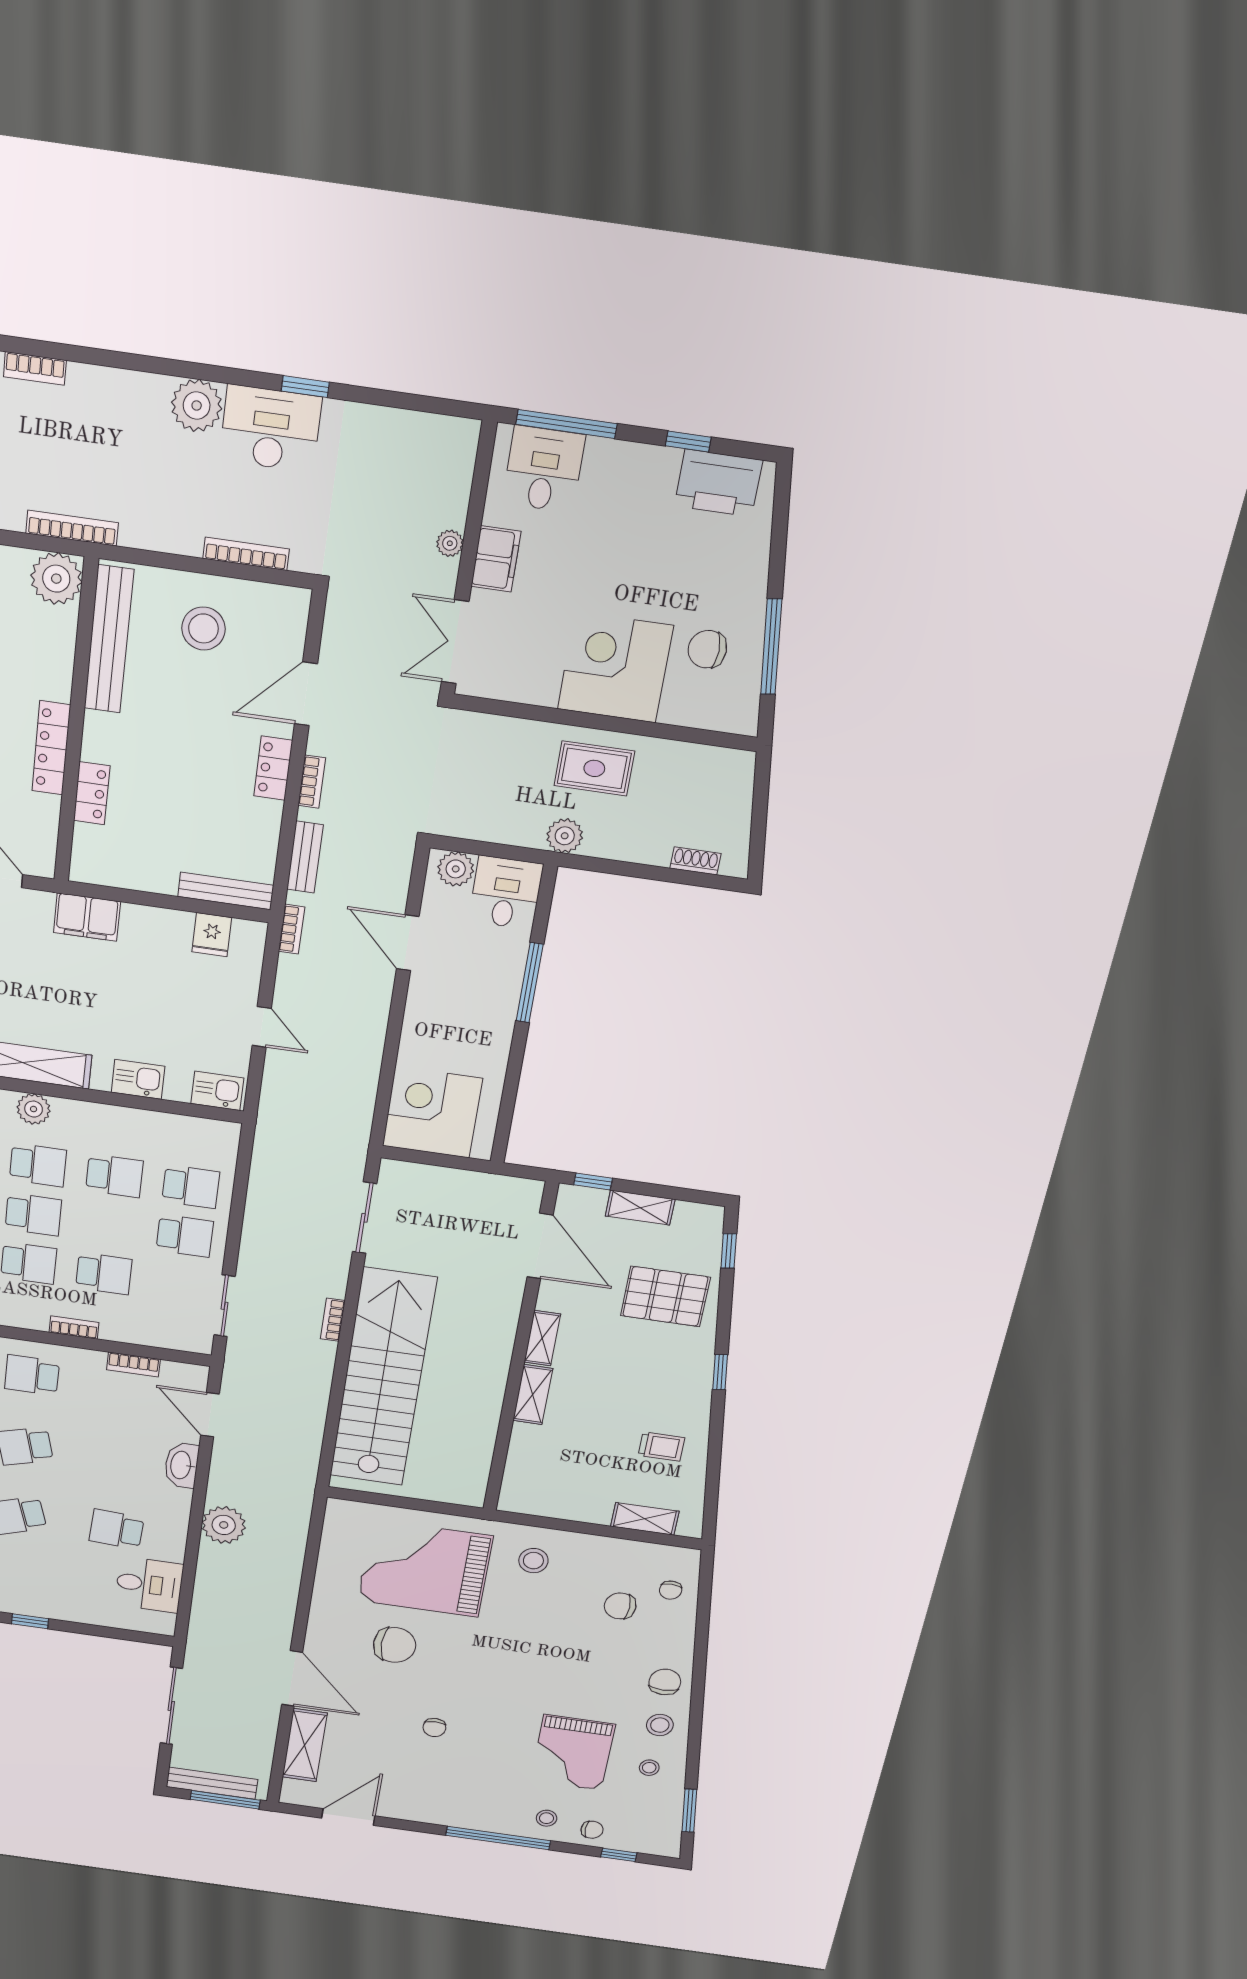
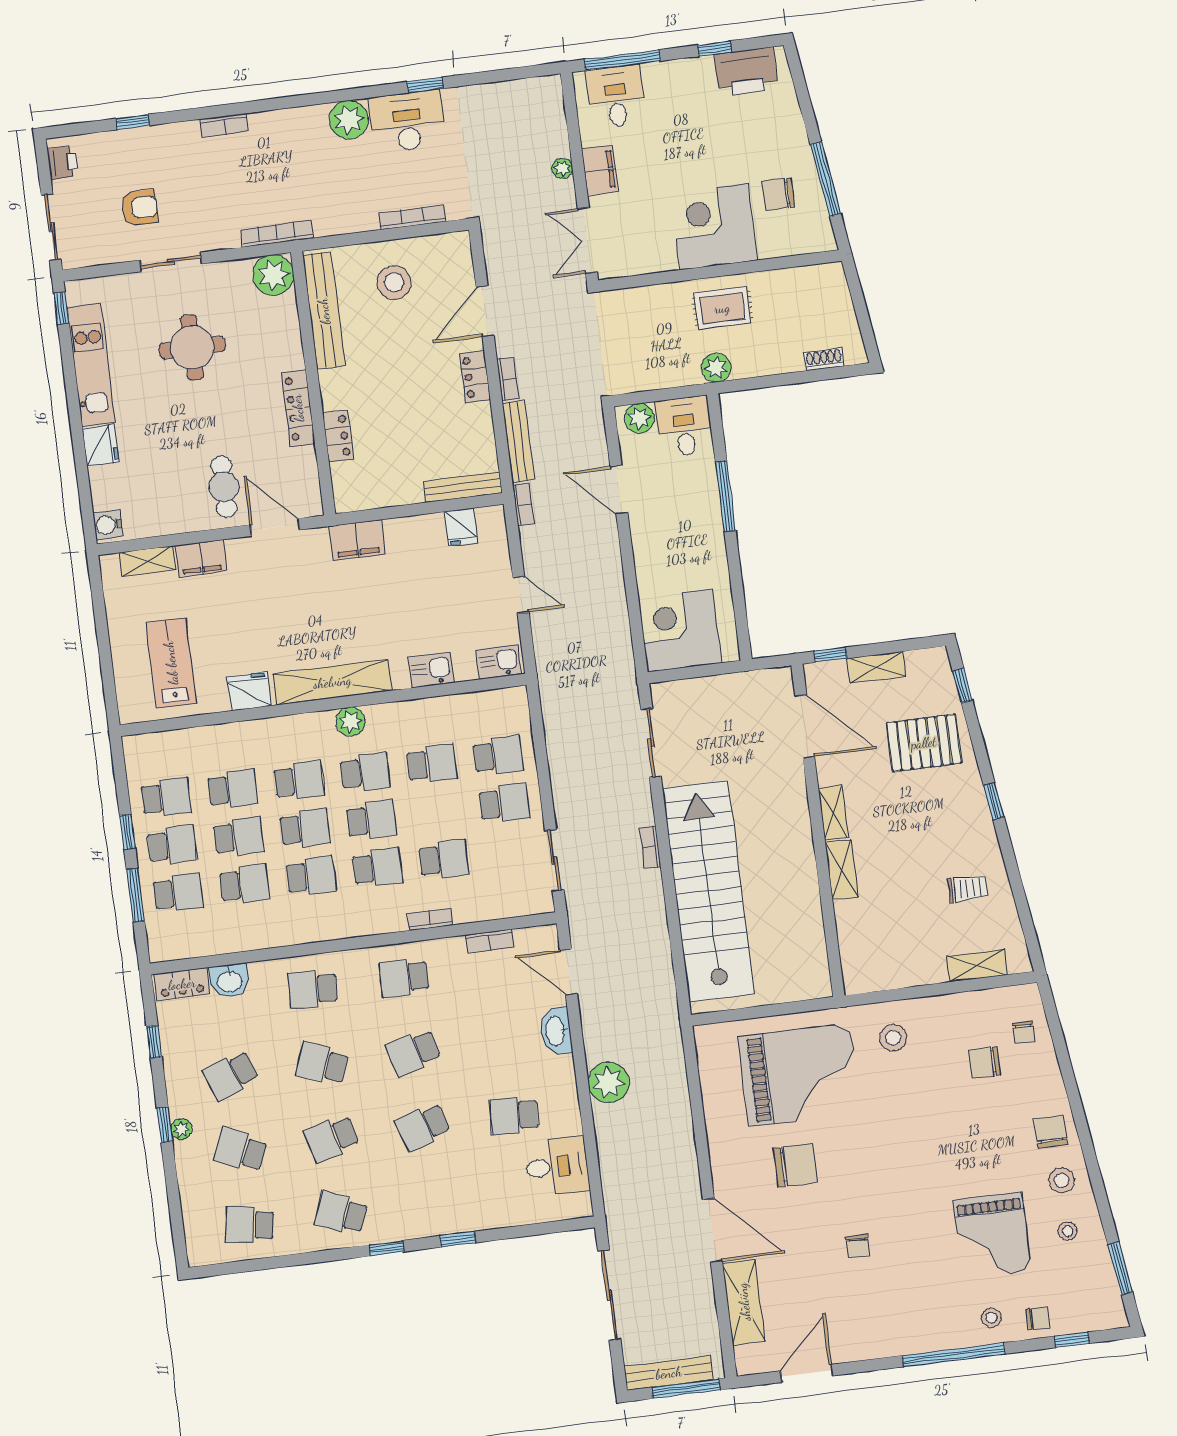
bench: (305, 857) -> (518, 442), width x1.36
grand piano: (425, 1568) -> (800, 1075), turned 180

